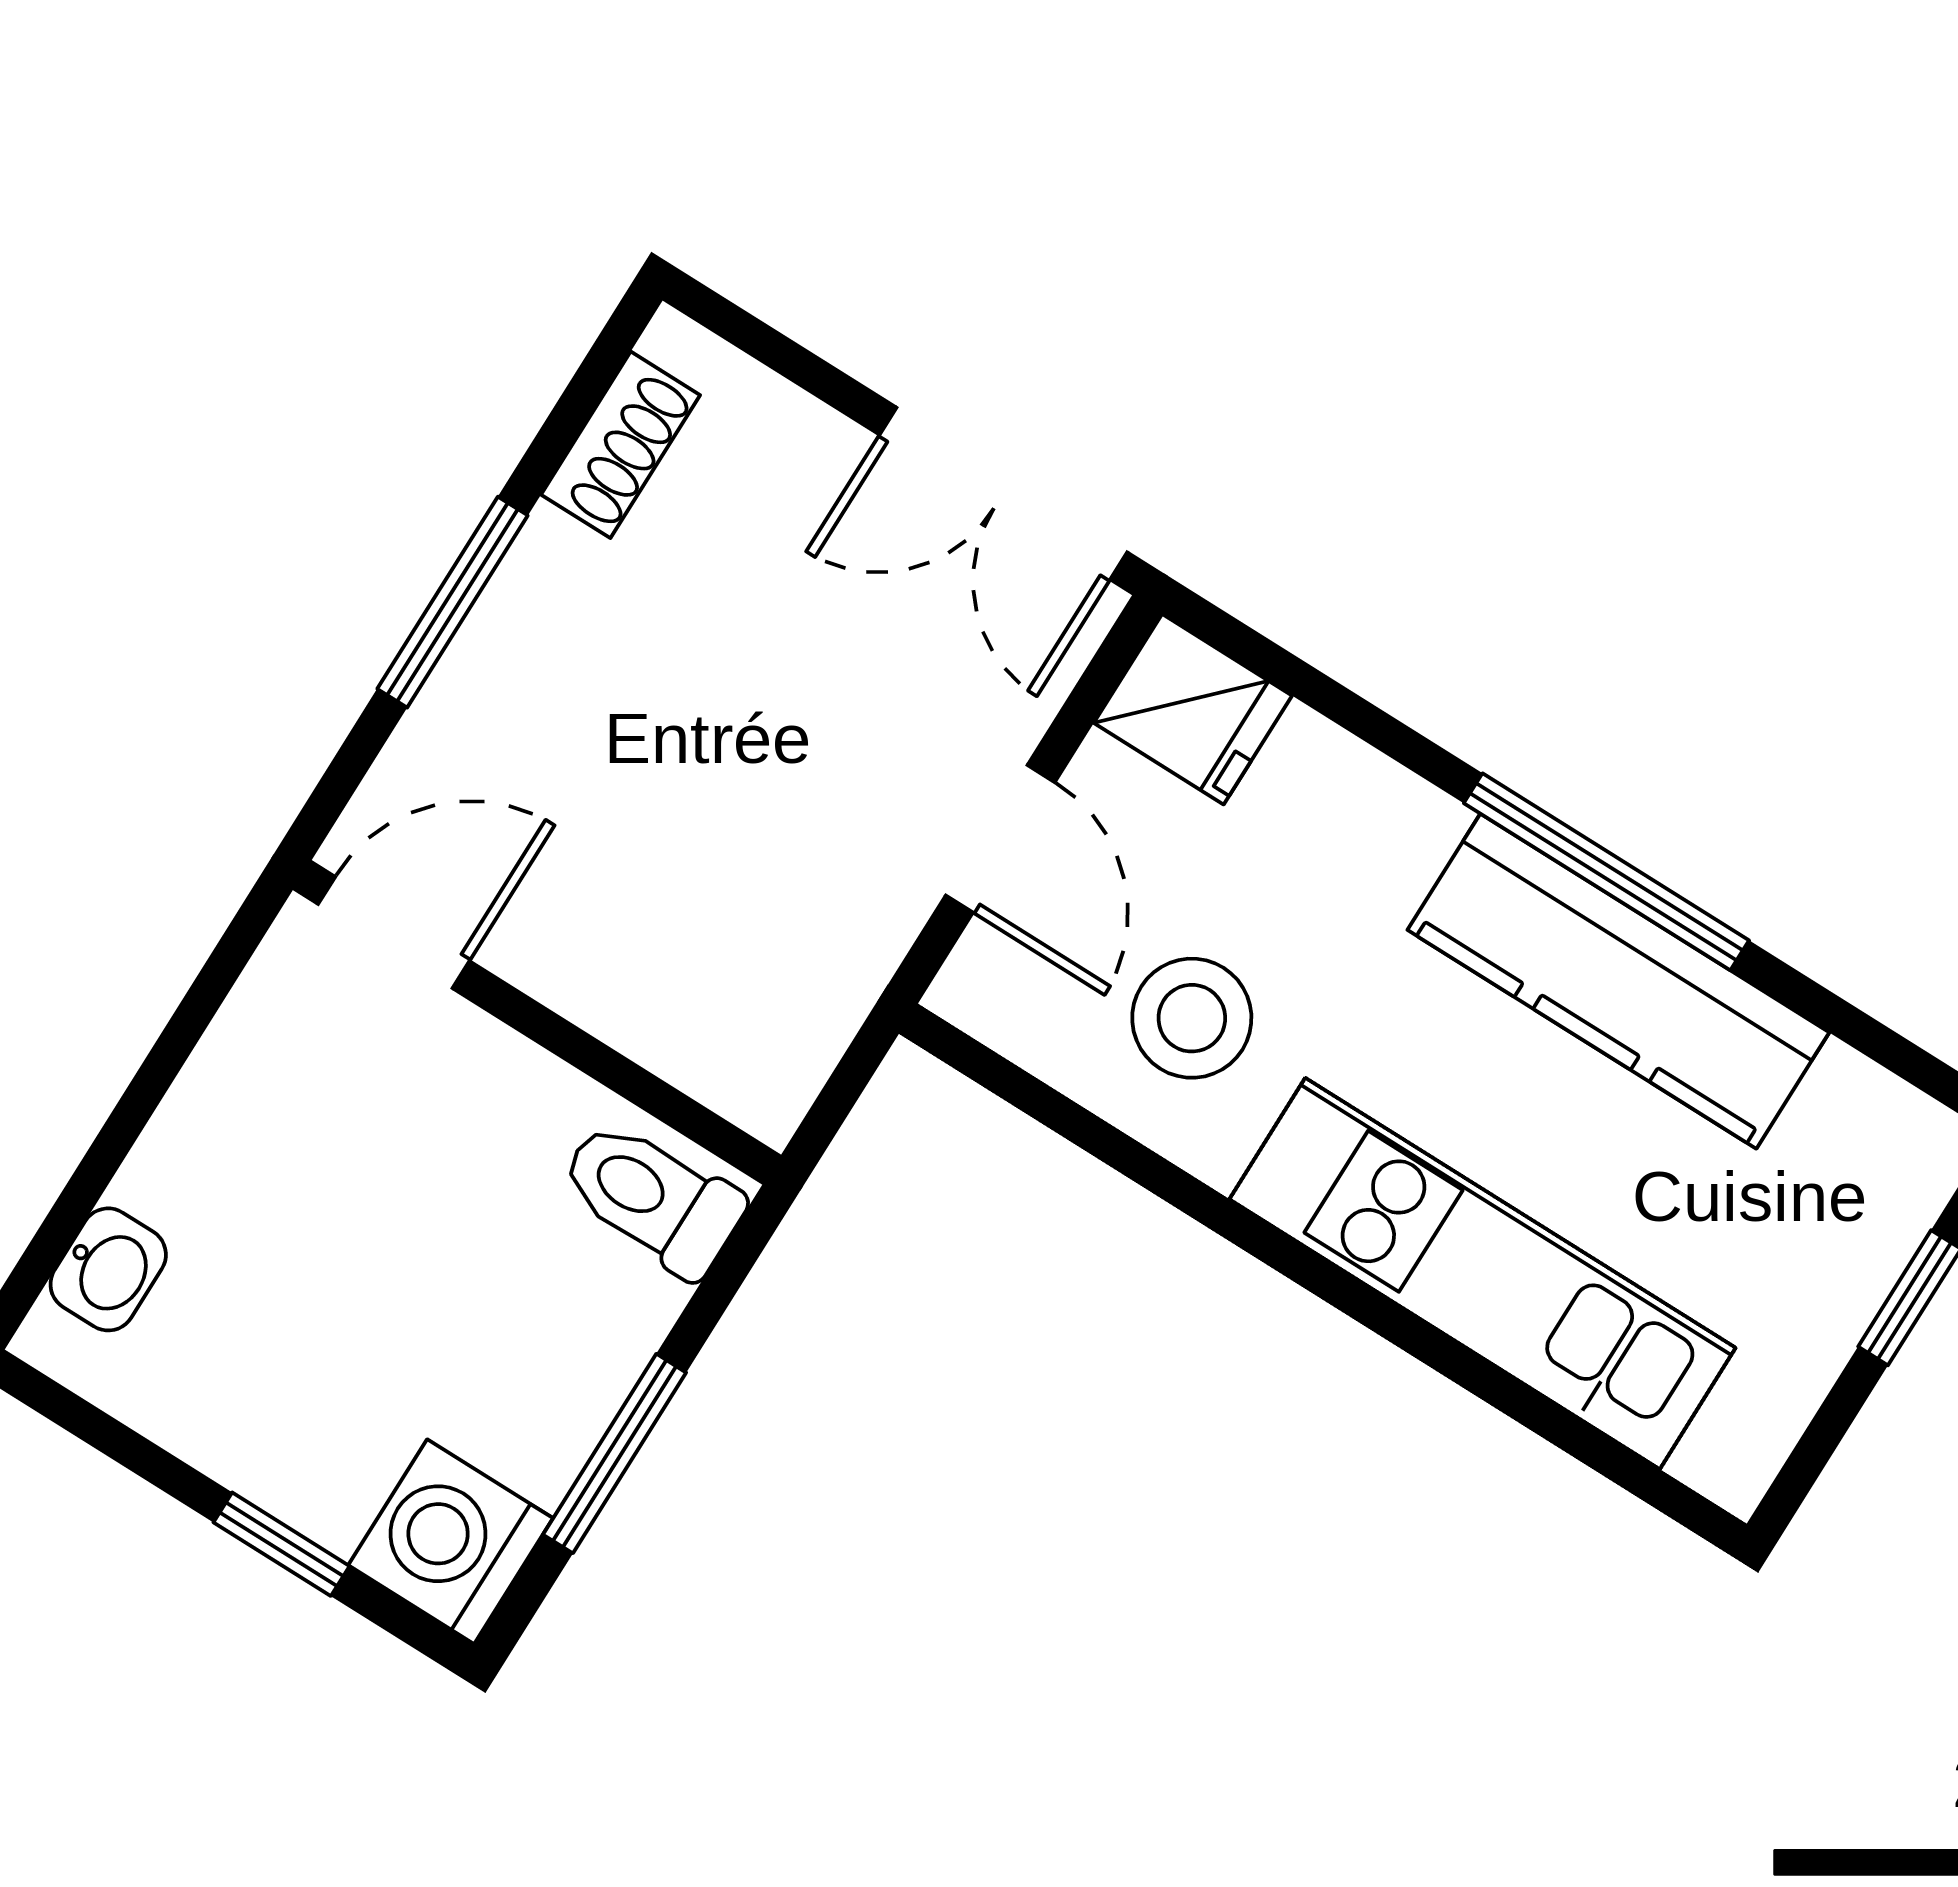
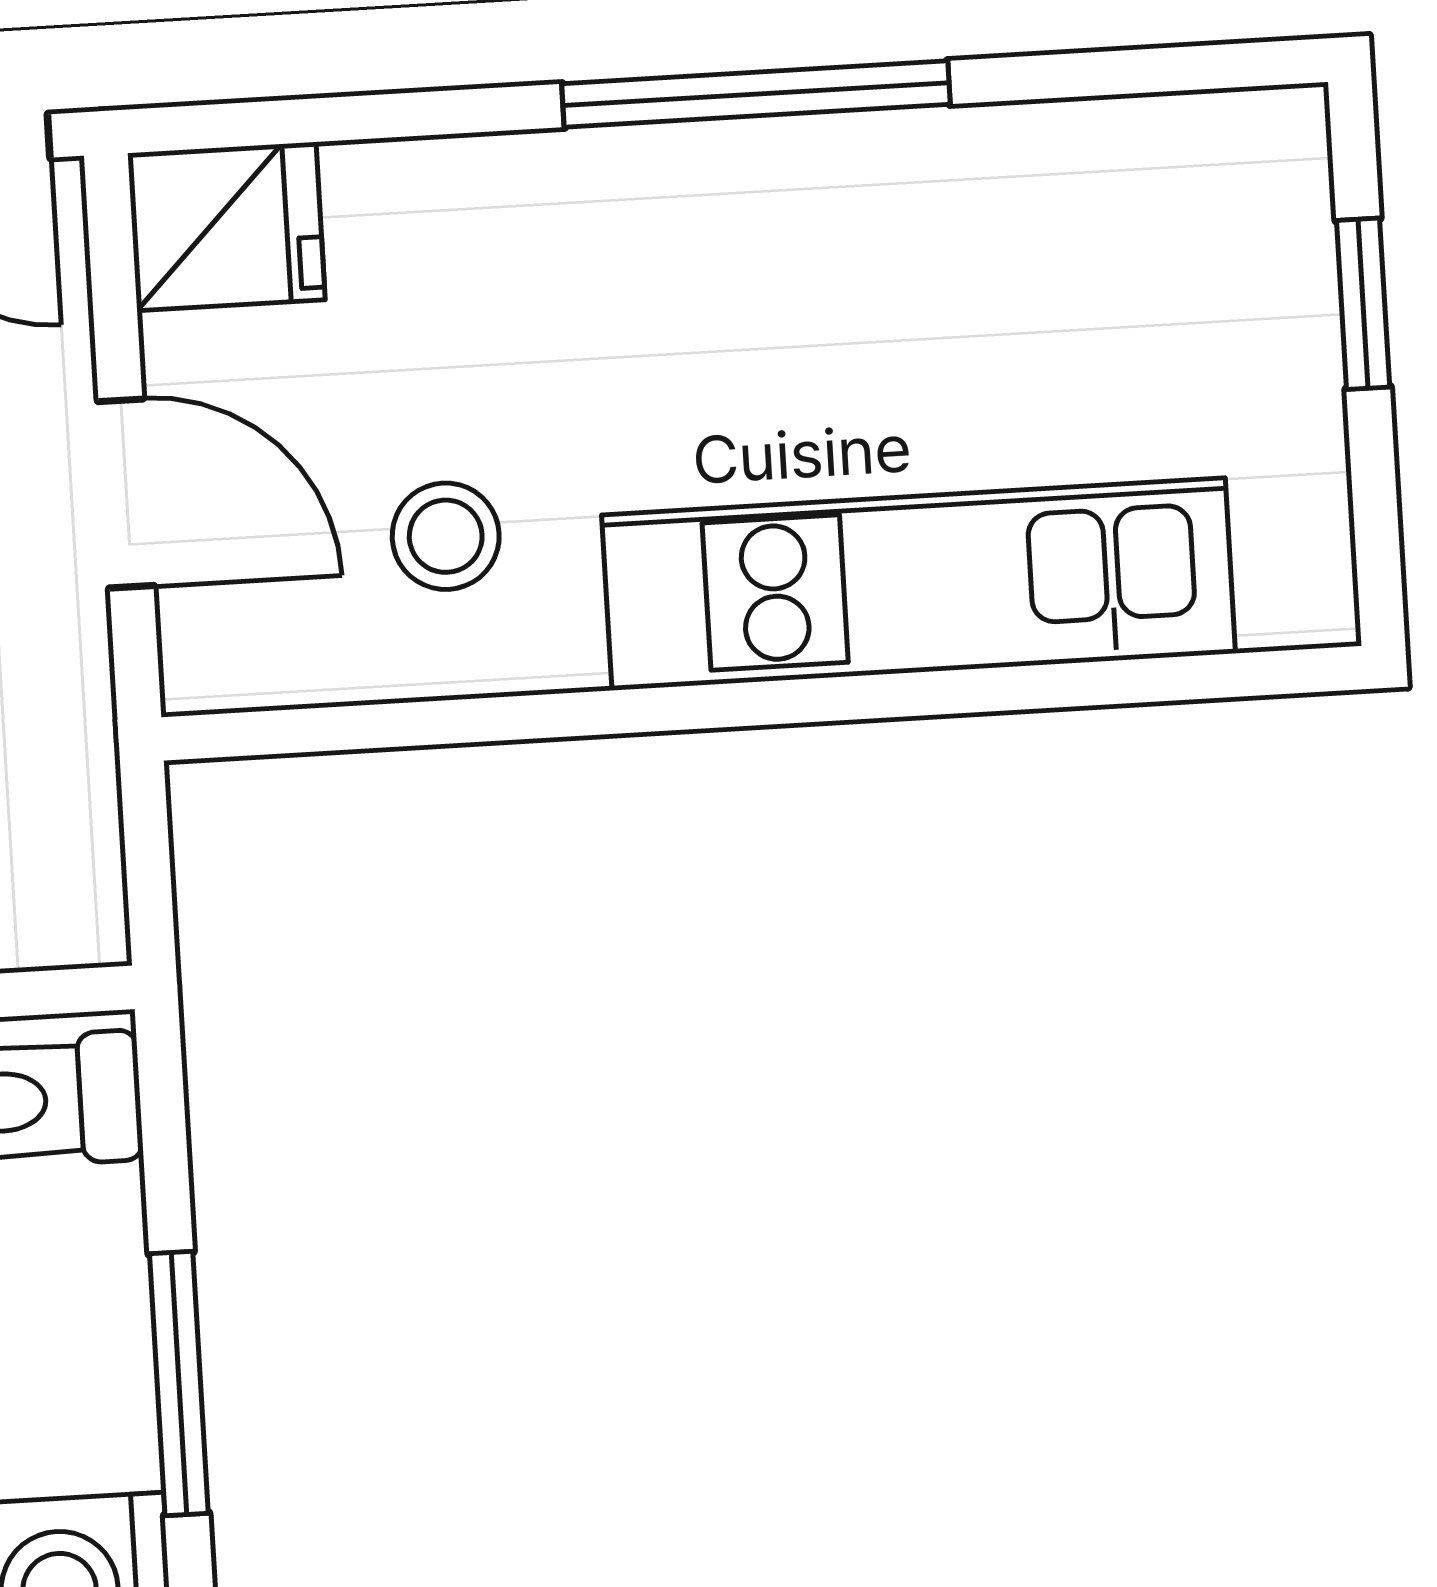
kitchen counter: (1618, 981) -> (846, 195), removed
stool: (1192, 1018) -> (446, 536), width x0.73, depth x0.73

